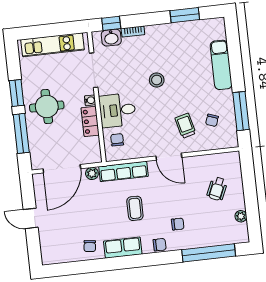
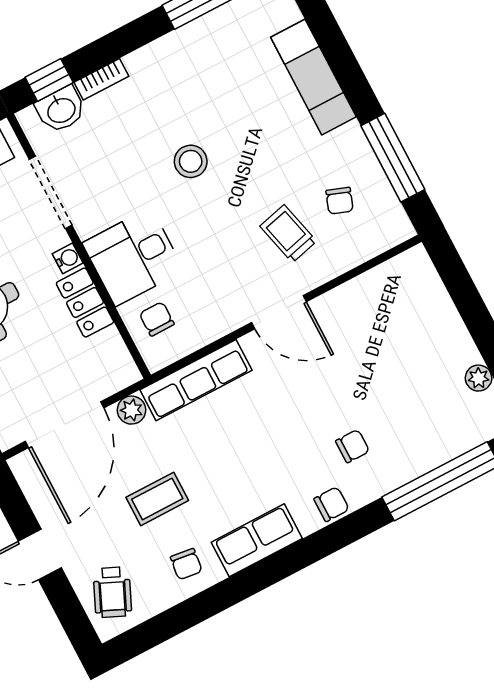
wheelchair: (217, 189) -> (112, 592), moved
coffee table: (135, 208) -> (157, 499), moved, turned 90

